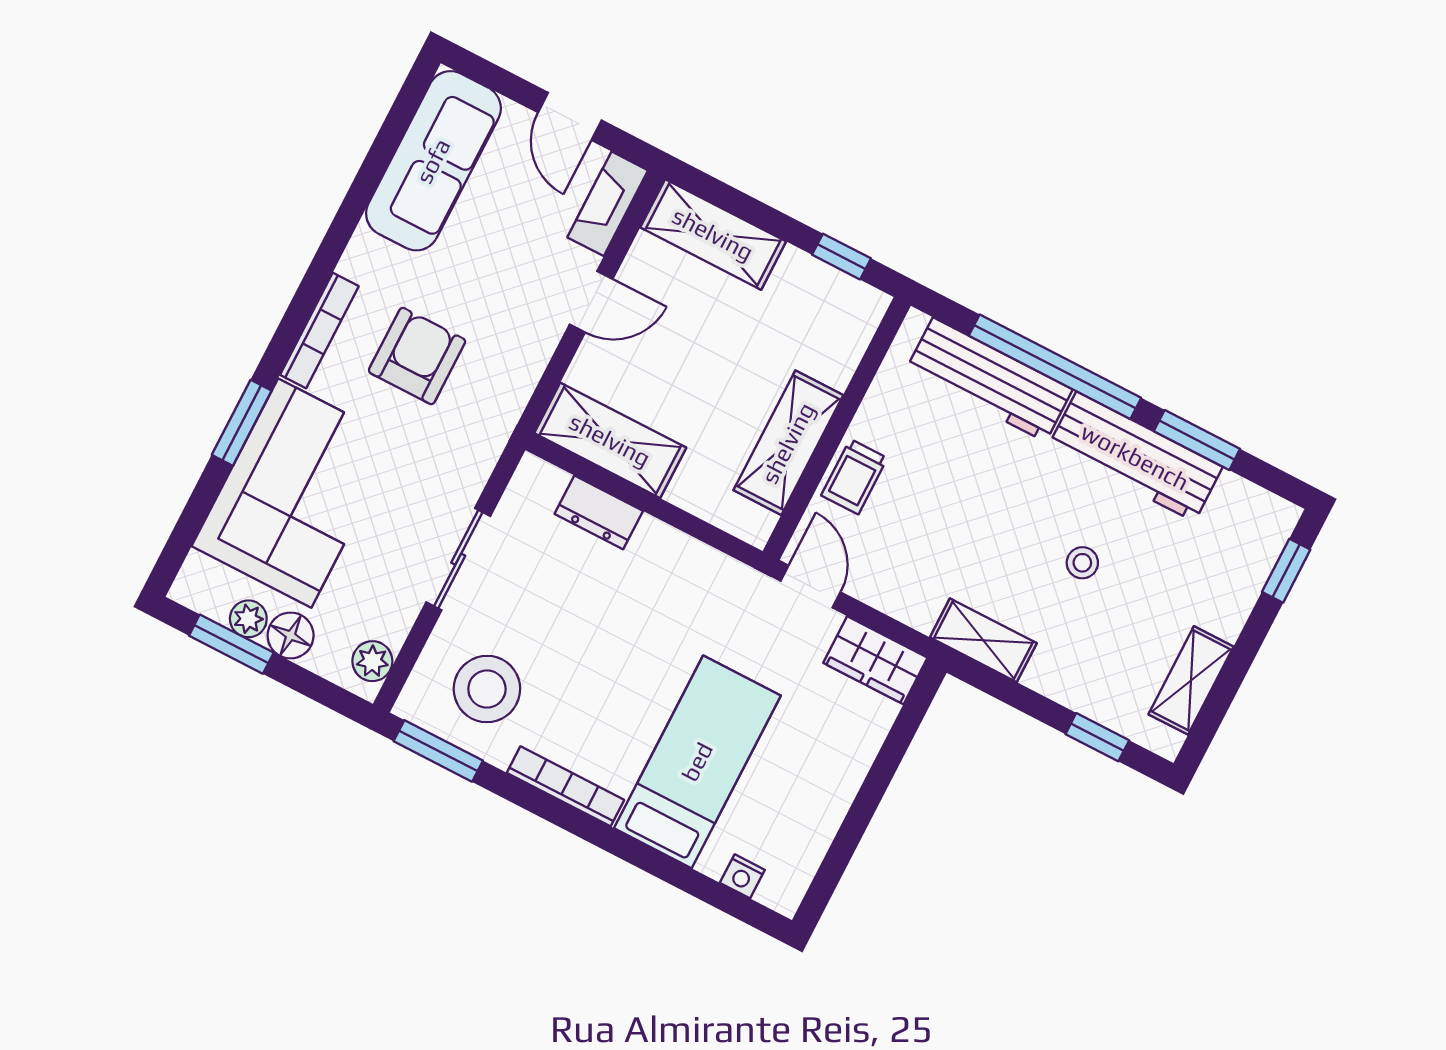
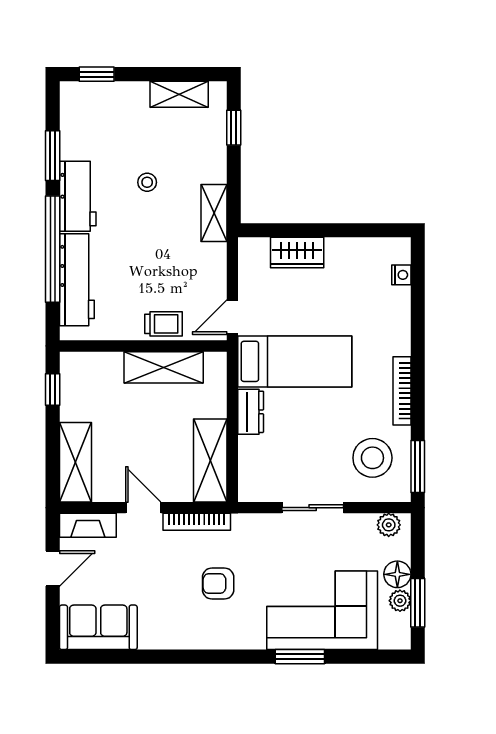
sofa: (433, 161) -> (98, 627), width x0.73
bookcase: (319, 331) -> (197, 522), moved, turned 180
armchair: (417, 356) -> (218, 584), width x0.72, depth x0.72
workbench: (1135, 457) -> (78, 196), width x0.73
dresser: (599, 512) -> (251, 412), moved
wardrobe: (875, 660) -> (297, 253), moved, turned 90
bed: (697, 762) -> (295, 361), moved, turned 180

